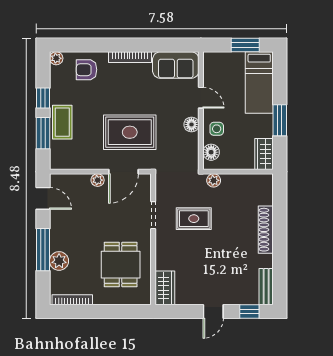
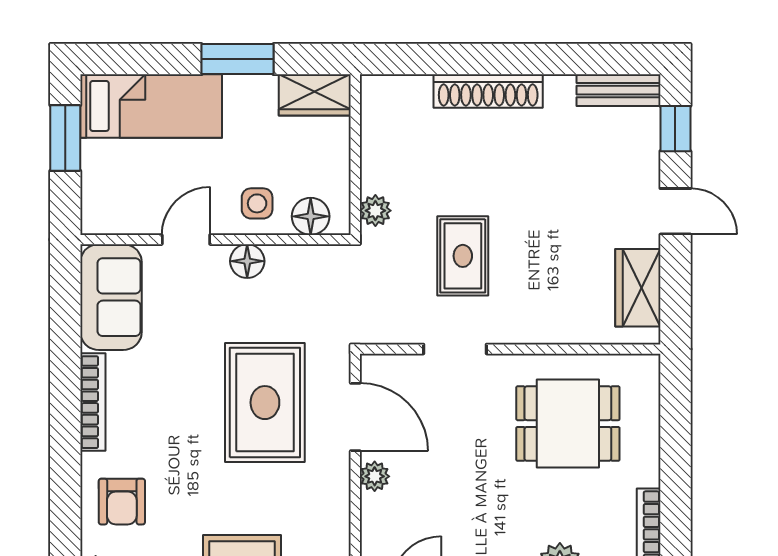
wardrobe: (165, 288) -> (638, 288), moved, turned -90

